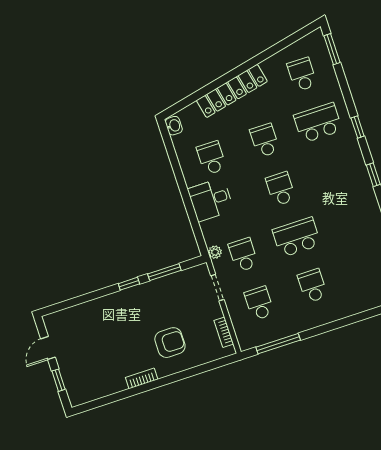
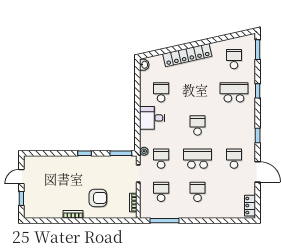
window: (358, 127) -> (258, 91), moved
school desk: (265, 140) -> (234, 159), moved
window: (164, 272) -> (121, 153), moved

